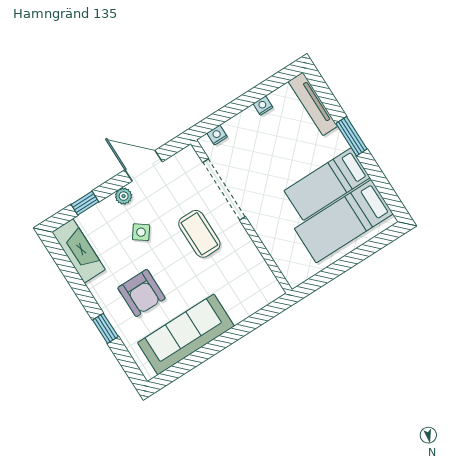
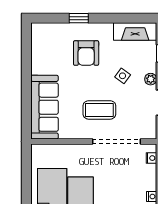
armchair: (142, 293) -> (86, 53), turned -90
sofa: (186, 334) -> (45, 107), moved

